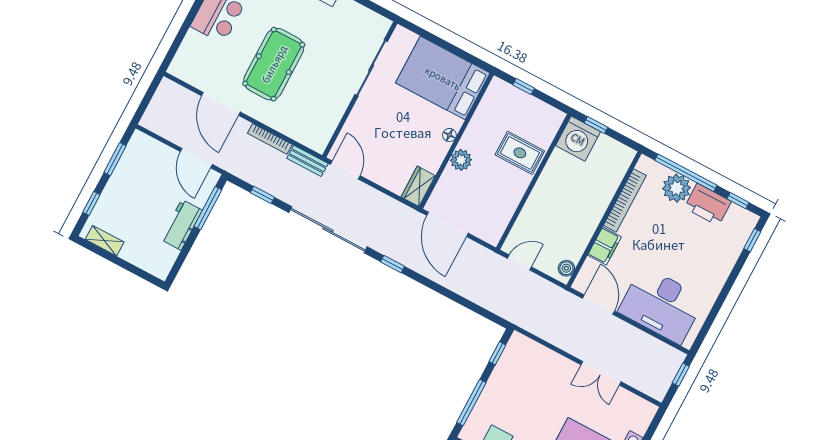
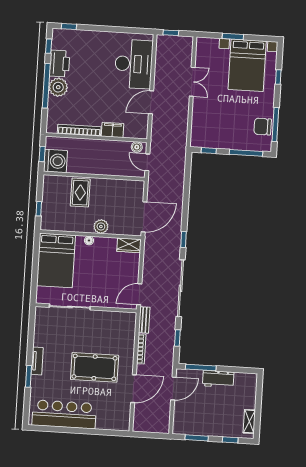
bookcase: (625, 200) -> (79, 130), moved
wall: (604, 219) -> (96, 138), moved
filing cabinet: (604, 246) -> (113, 130), moved
boiler: (566, 268) -> (137, 147), moved

